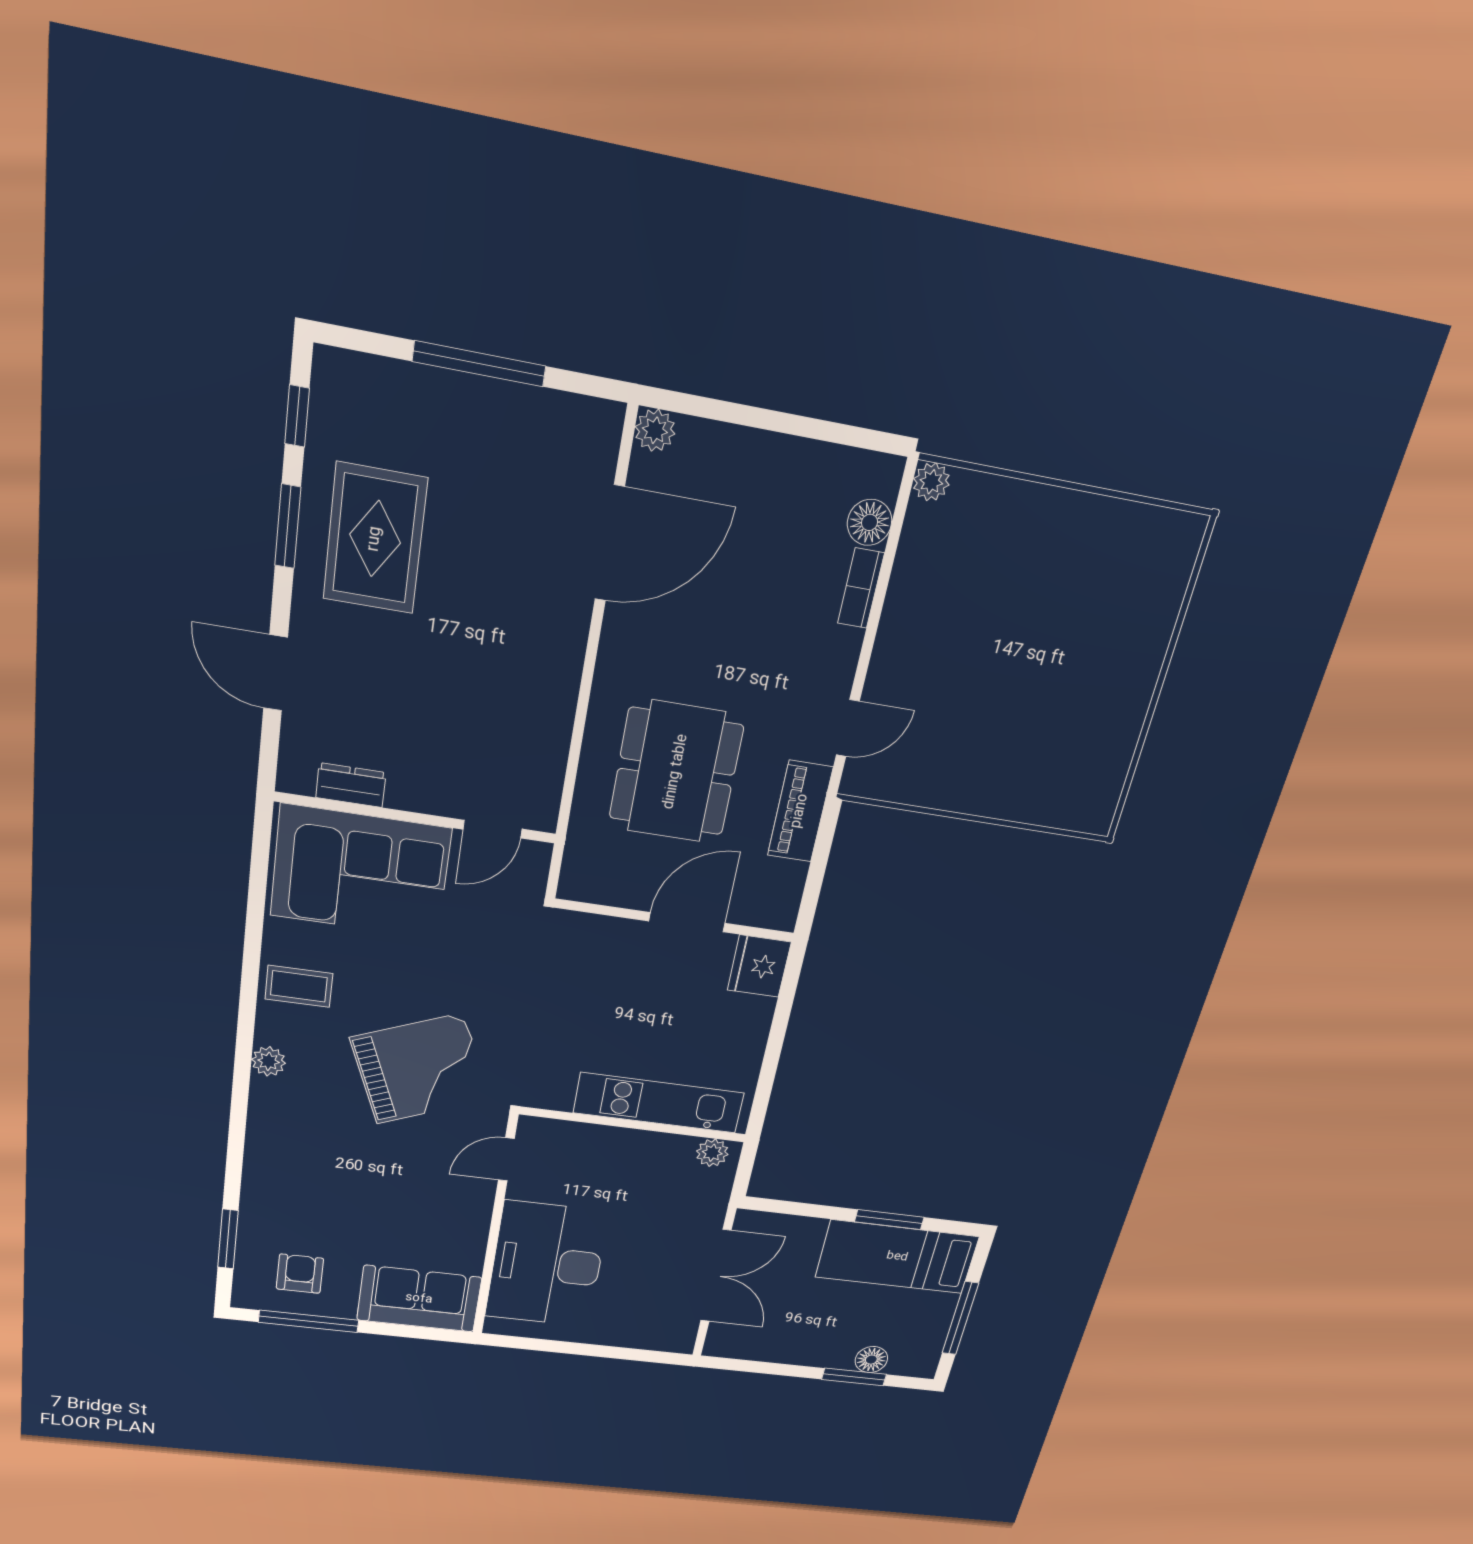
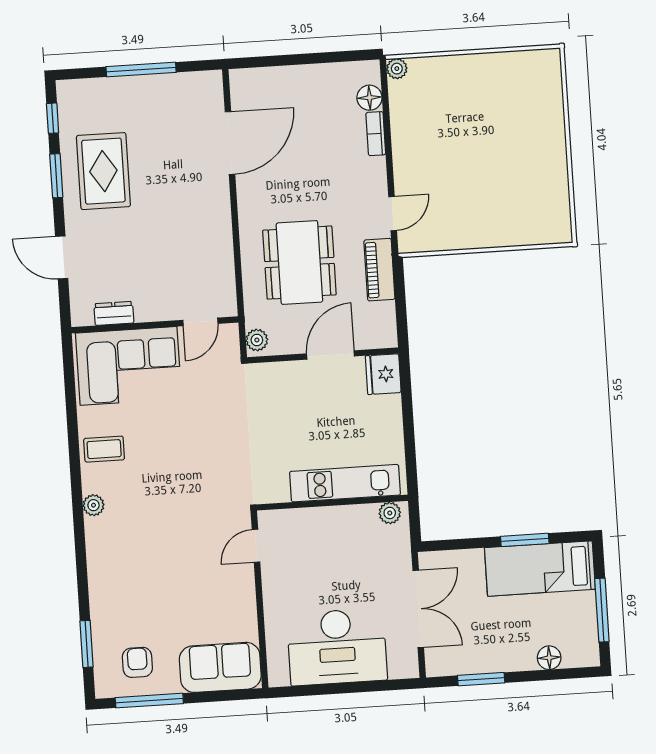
plant: (655, 430) -> (257, 340), moved
grand piano: (420, 1069) -> (188, 491), removed
desk: (547, 1264) -> (337, 647), moved, turned -90
window: (854, 1377) -> (481, 679), moved

